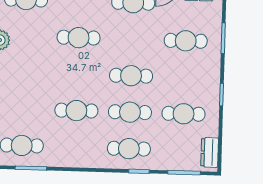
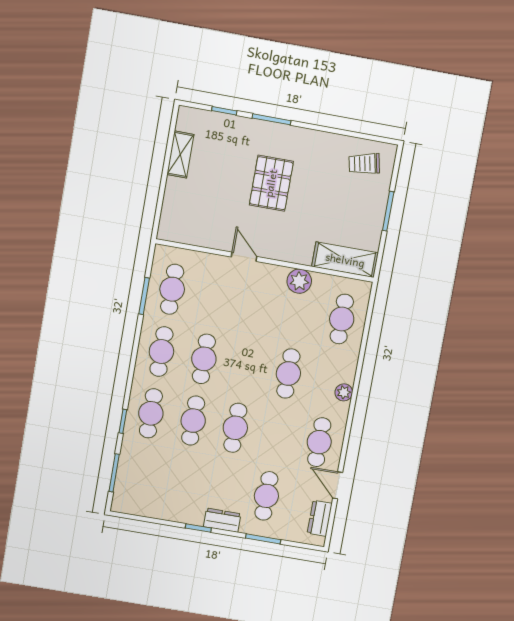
cafe table: (184, 114) -> (161, 352), moved
dresser: (210, 152) -> (222, 520), moved

